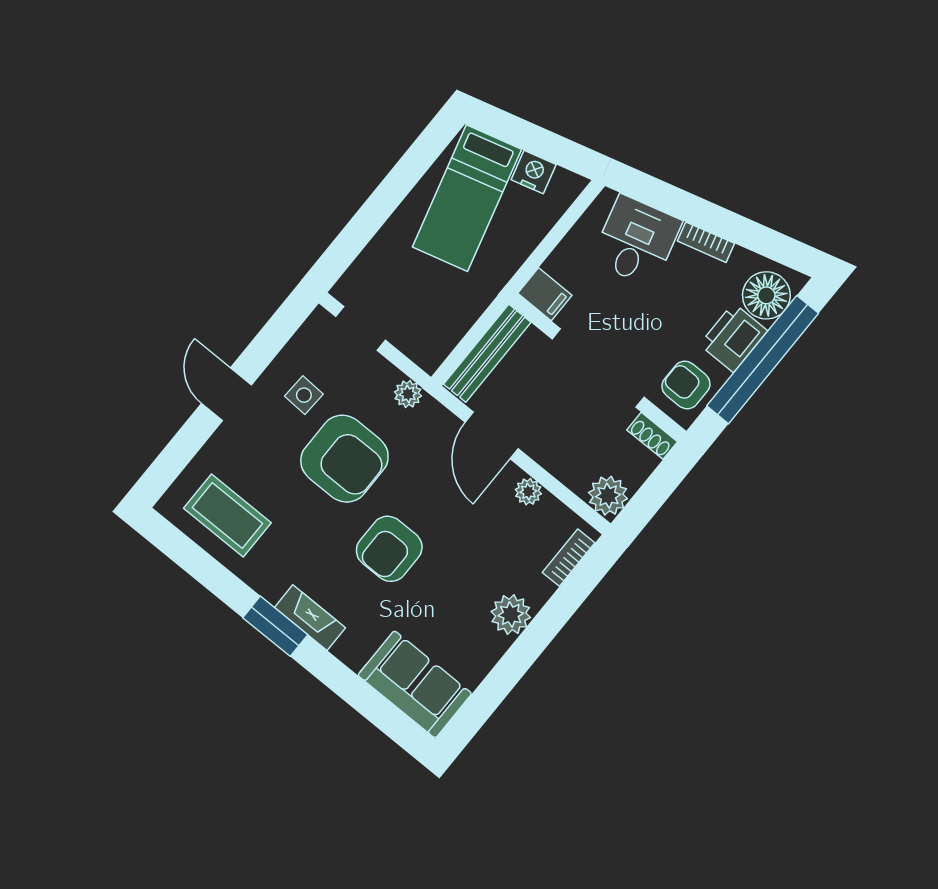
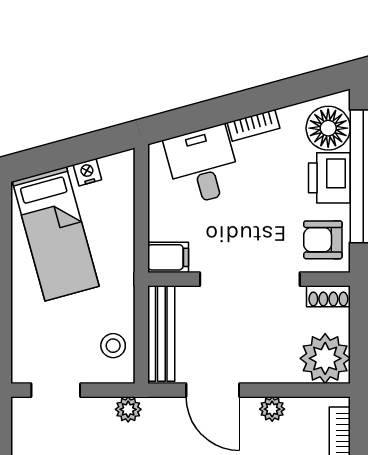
nightstand: (534, 172) -> (87, 172), width x0.72, depth x0.74
stool: (439, 330) -> (113, 346), added
plant: (608, 496) -> (325, 358), width x1.36, depth x1.36

